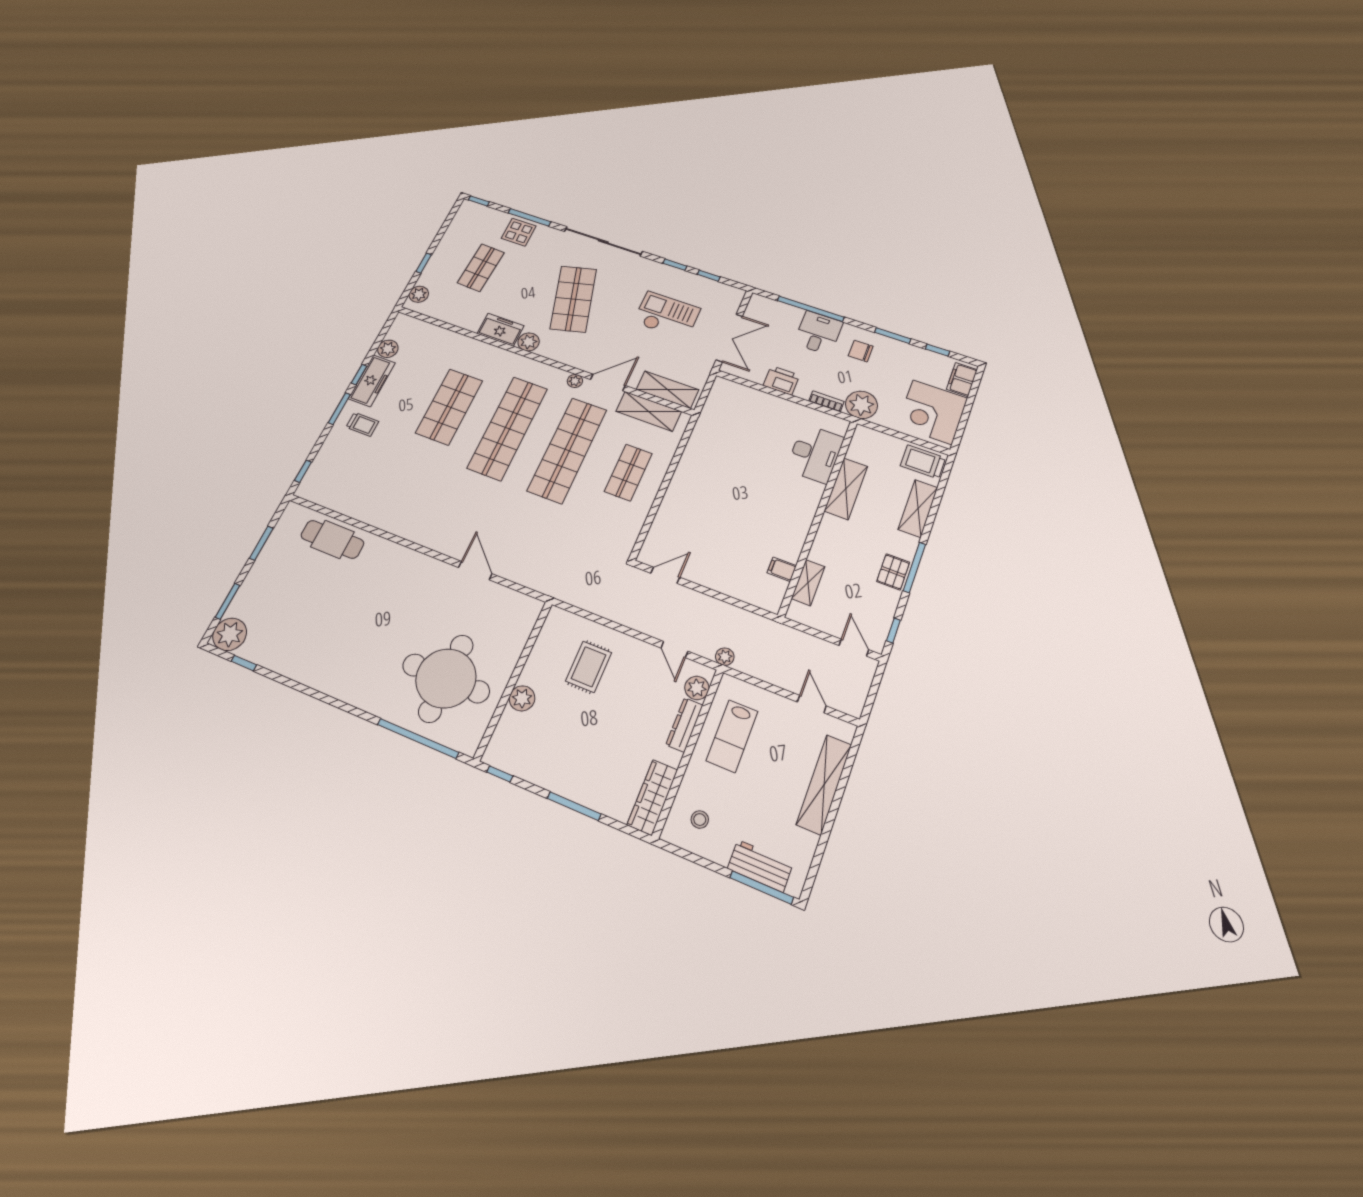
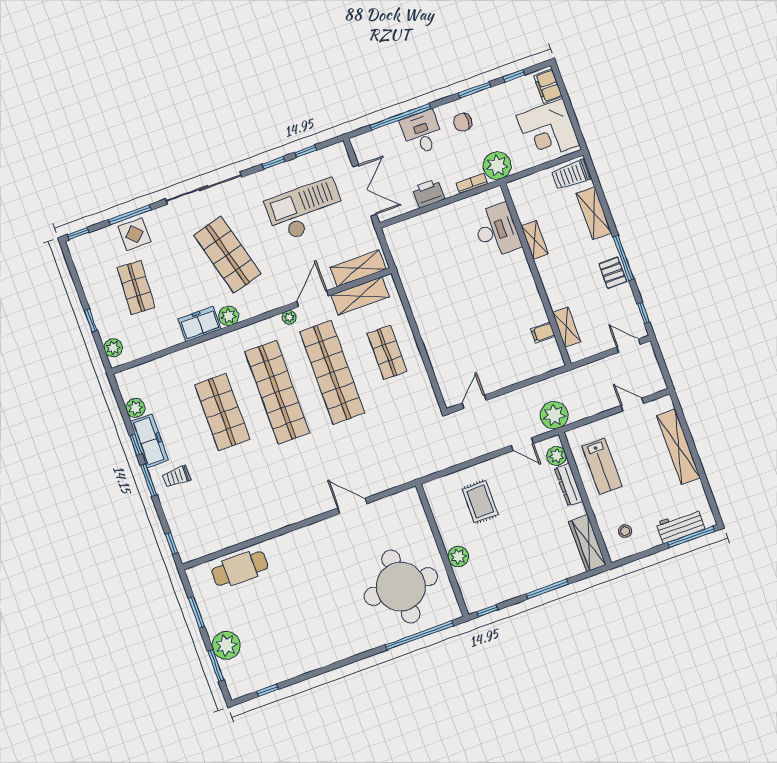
checkout: (667, 315) -> (305, 210), width x1.36, depth x1.21
trolley: (362, 424) -> (176, 477), turned 180
shelving: (846, 489) -> (535, 240), width x0.67, depth x0.75
plant: (230, 634) -> (226, 645), moved
plant: (725, 657) -> (554, 415), width x1.88, depth x1.88

